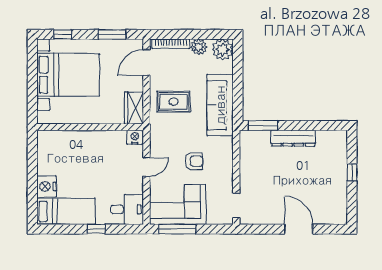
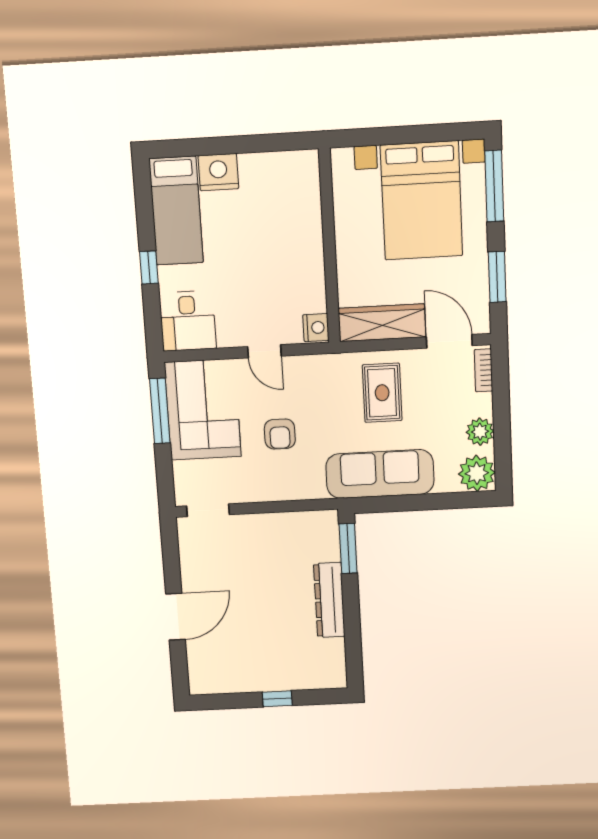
window: (63, 34) -> (494, 186), width x2.17
bookcase: (171, 44) -> (483, 370), width x0.64
wardrobe: (134, 108) -> (382, 323), width x1.50

